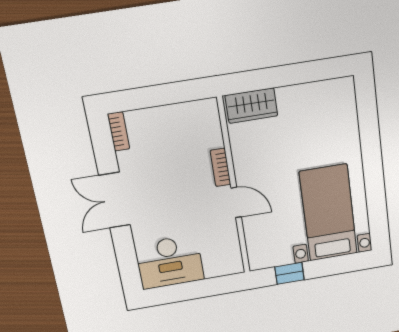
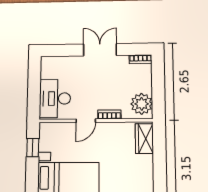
plant: (195, 118) -> (142, 104), added
desk: (170, 262) -> (55, 99), moved

